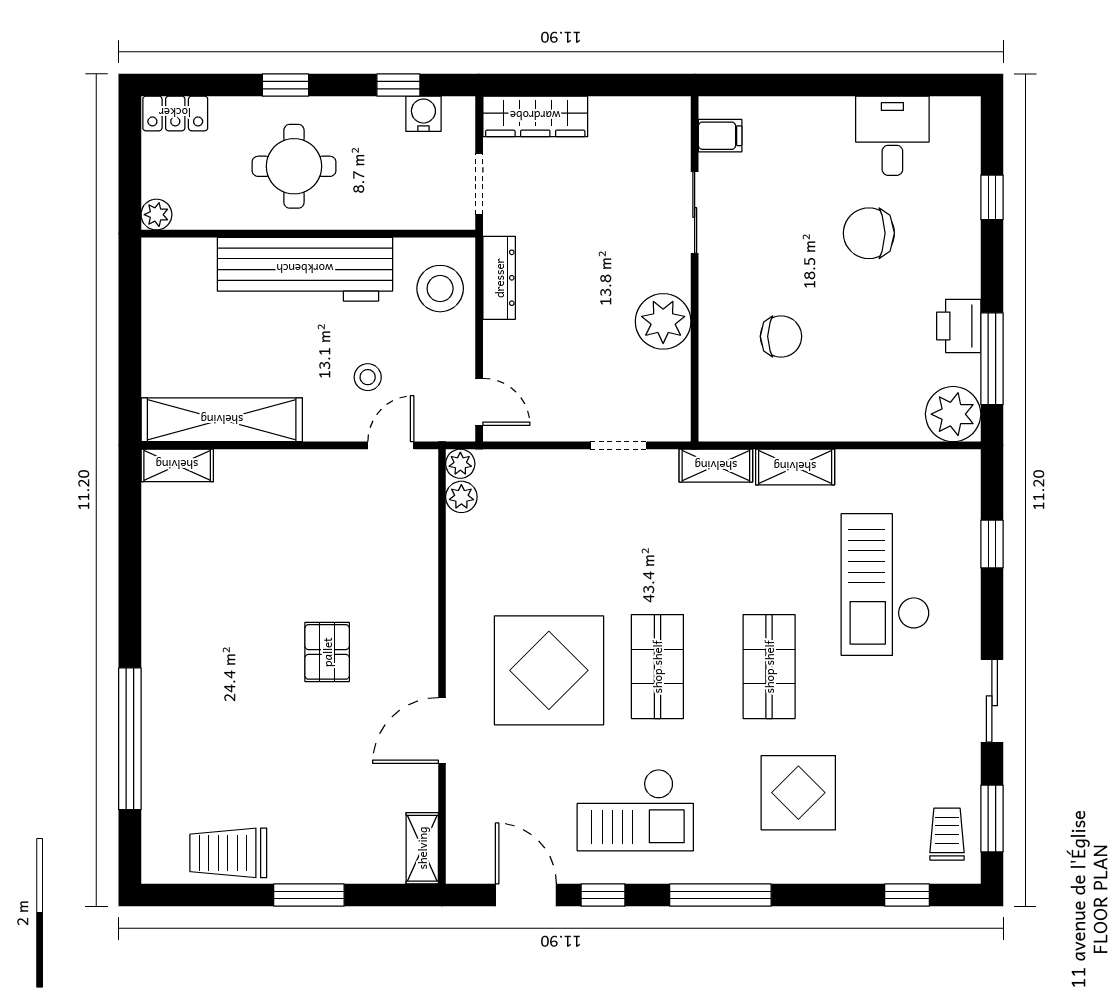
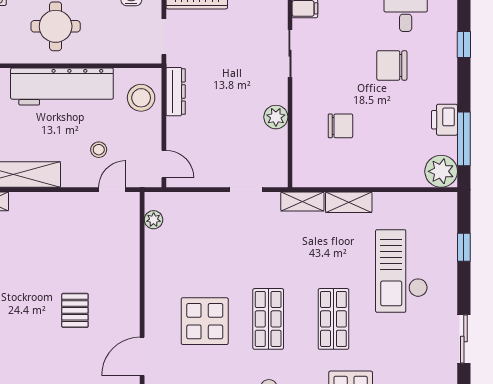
plant: (663, 321) -> (276, 117), width x0.73, depth x0.73
plant: (460, 464) -> (153, 200), removed
display table: (549, 670) -> (205, 321), width x0.73, depth x0.73

